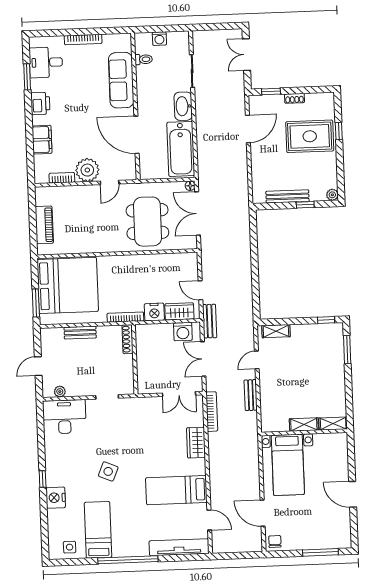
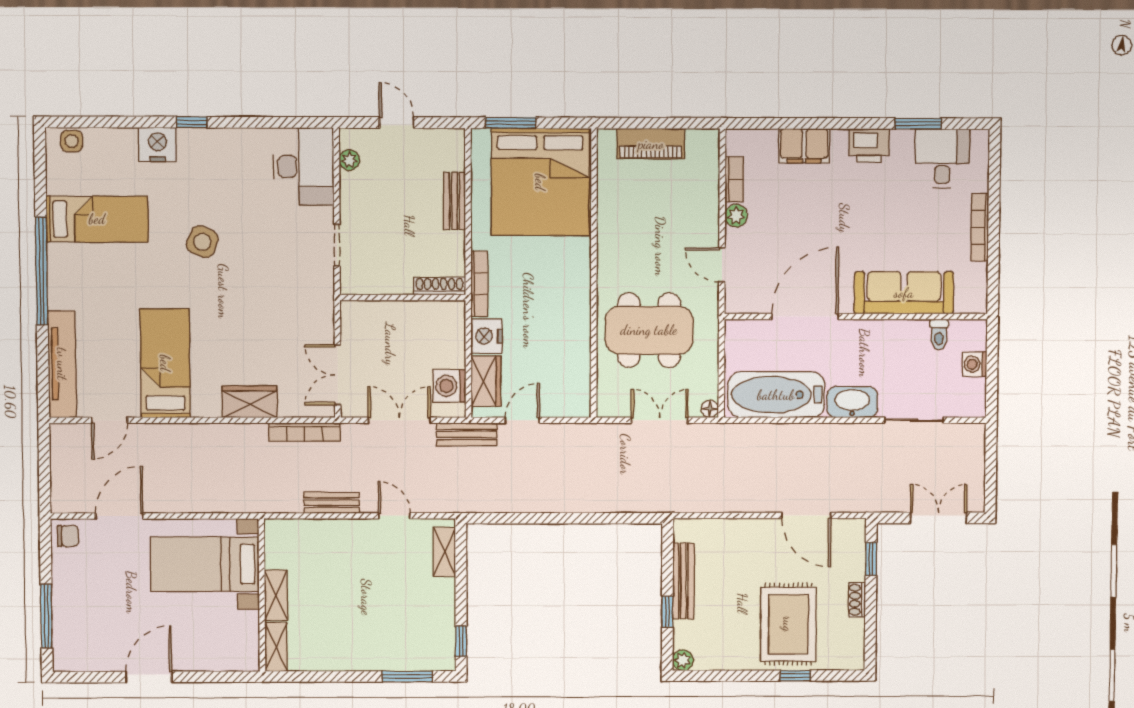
plant: (87, 170) -> (736, 216), width x0.53, depth x0.53
double door: (198, 214) -> (660, 420), width x0.73
side table: (70, 547) -> (72, 141), moved

